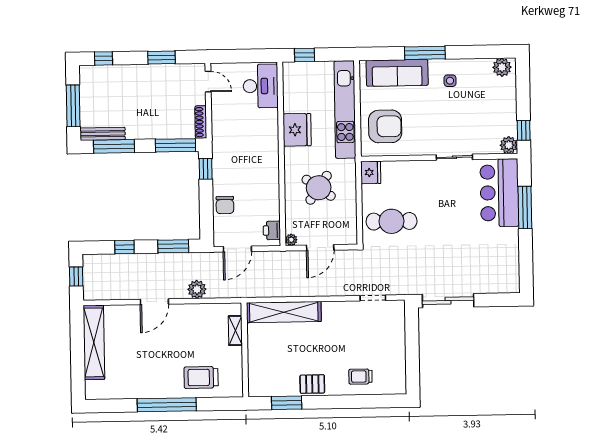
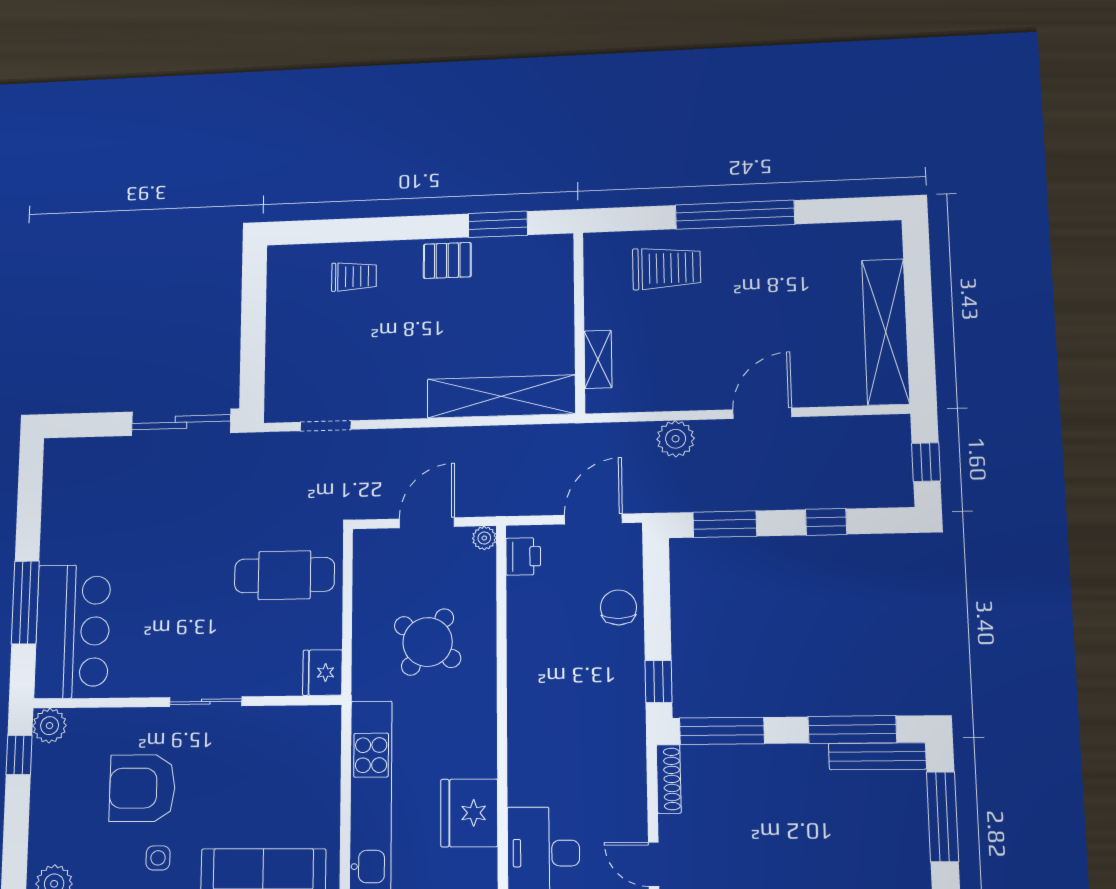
armchair: (385, 126) -> (142, 788), moved
fridge: (297, 130) -> (469, 813), moved
sliding door: (454, 157) -> (206, 702), moved

